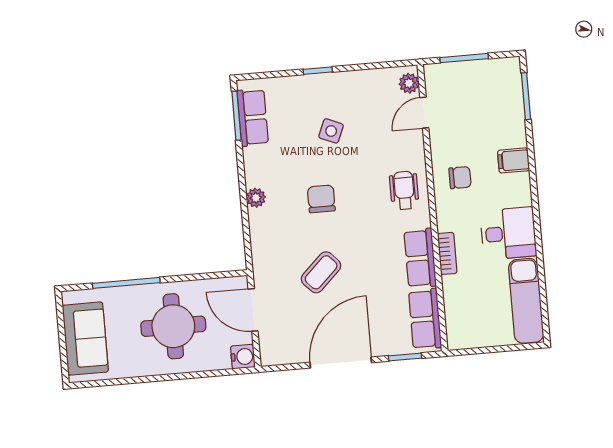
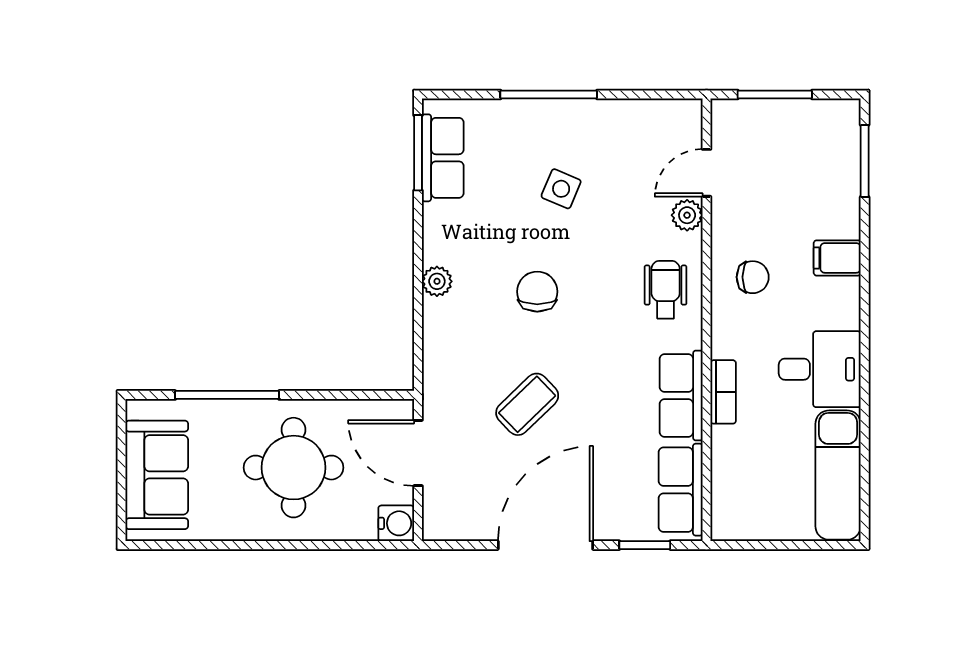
window: (318, 71) -> (549, 95), width x2.17
plant: (409, 83) -> (687, 215), moved

